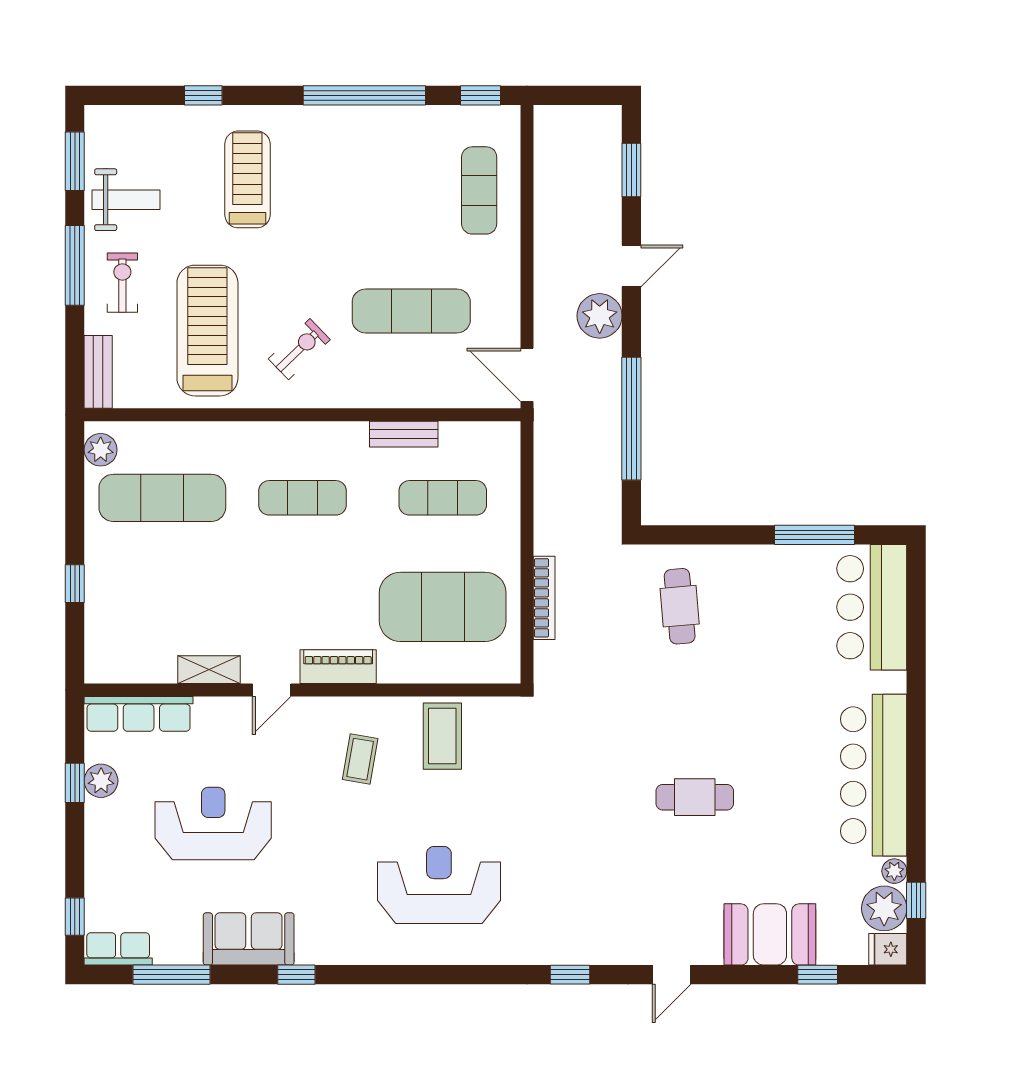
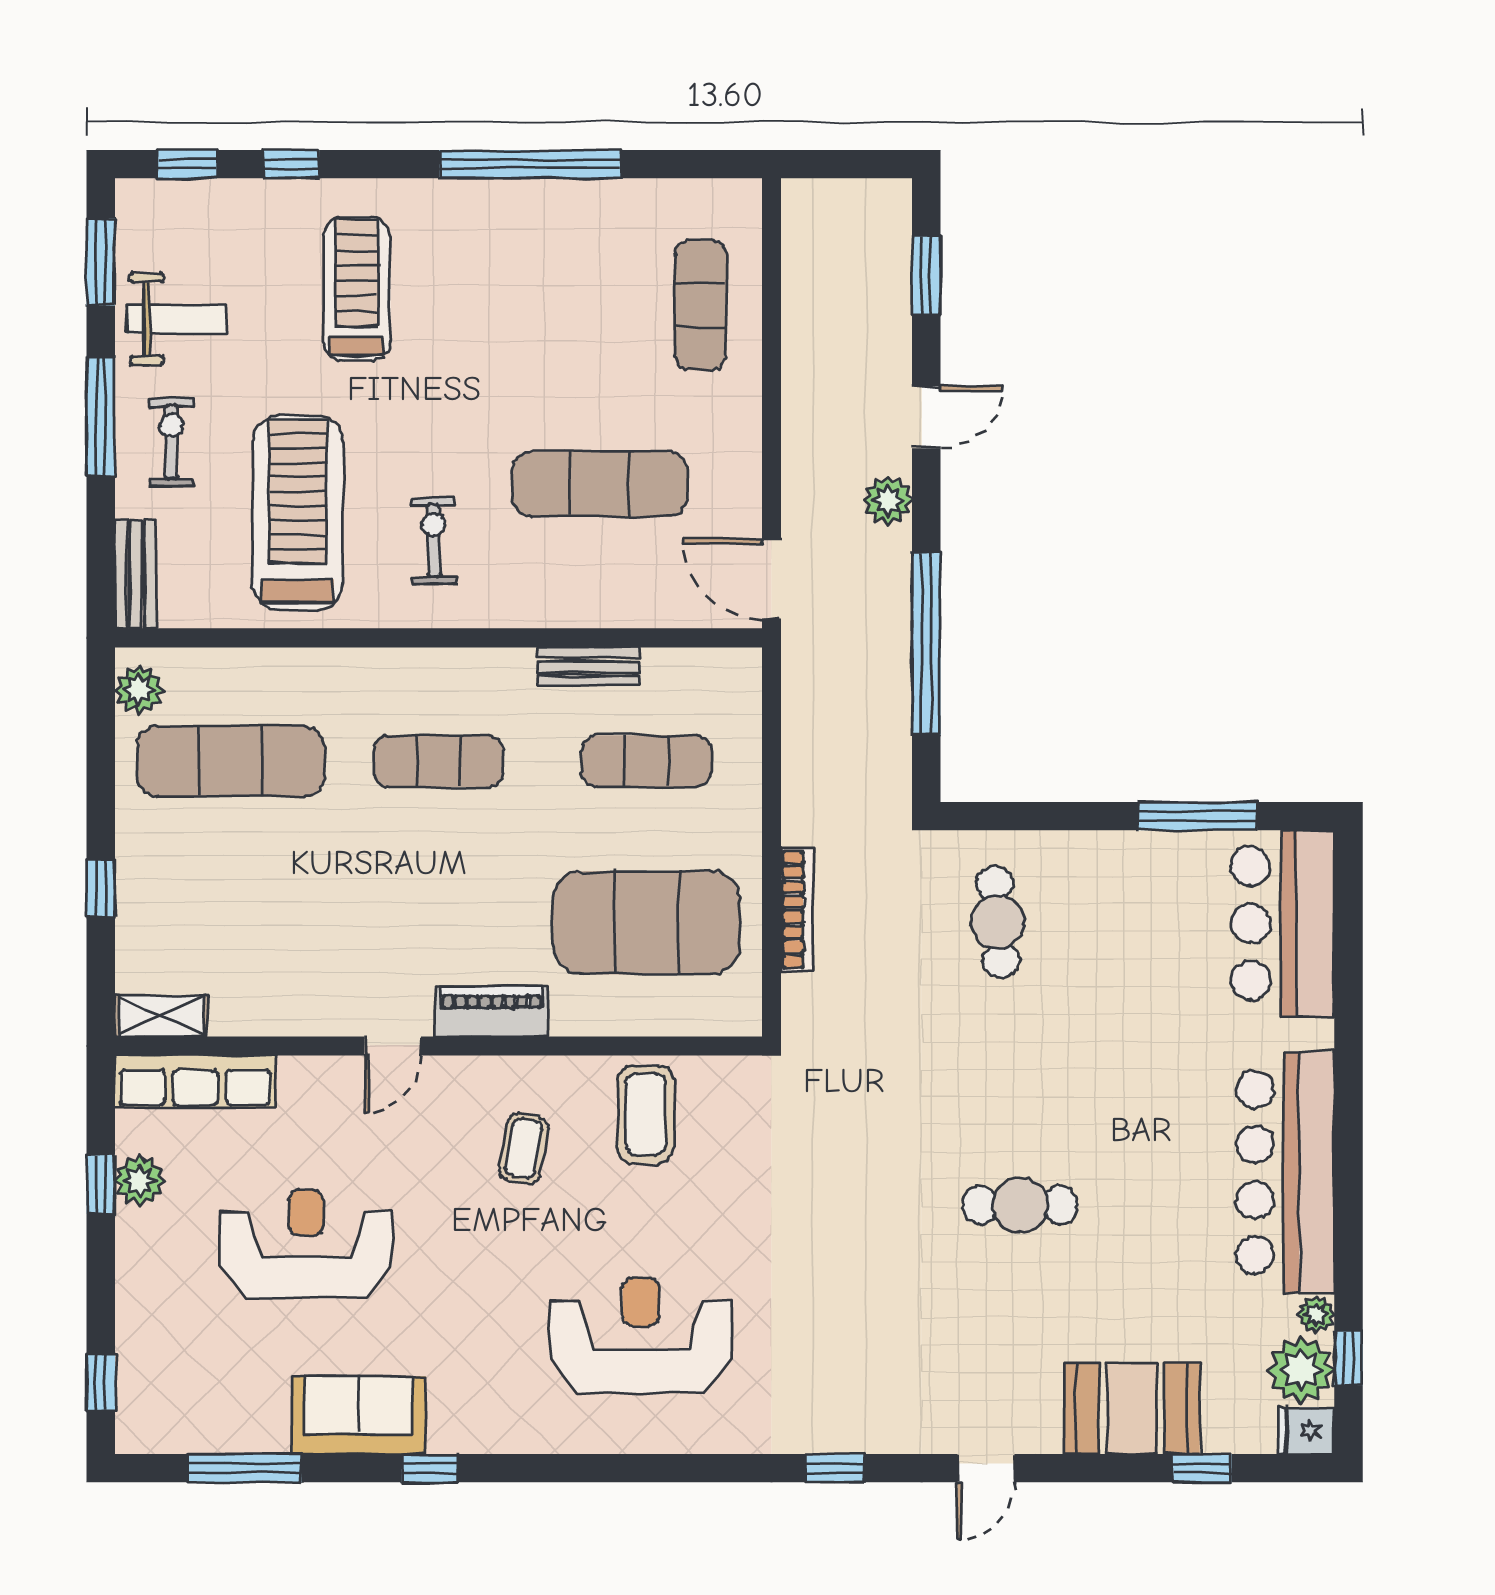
window: (480, 95) -> (187, 164), moved
plant: (600, 316) -> (888, 500), width x0.73, depth x0.73
exercise bike: (299, 349) -> (434, 541), turned -47
shelving: (209, 670) -> (161, 1016), moved
row of seats: (118, 949) -> (165, 1430), removed

